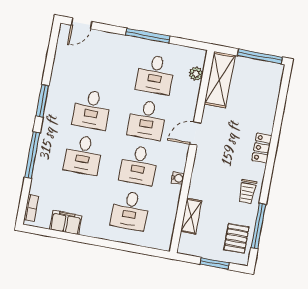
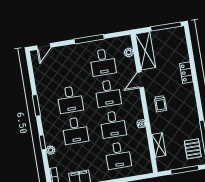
door: (195, 134) -> (140, 80), moved
locker: (262, 148) -> (186, 73), moved
window: (32, 155) -> (42, 142), width x0.46
plant: (40, 170) -> (51, 150), added
trolley: (247, 191) -> (160, 104), moved
window: (215, 263) -> (185, 170), width x1.44

